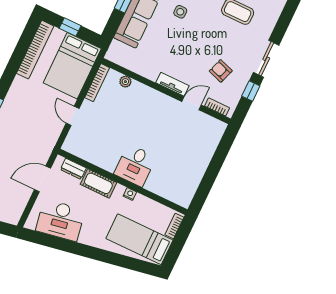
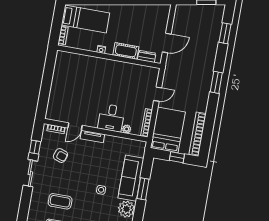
door: (73, 116) -> (158, 94), hinge flipped
desk: (135, 165) -> (111, 118), moved, turned 180
desk: (60, 220) -> (146, 17), removed

